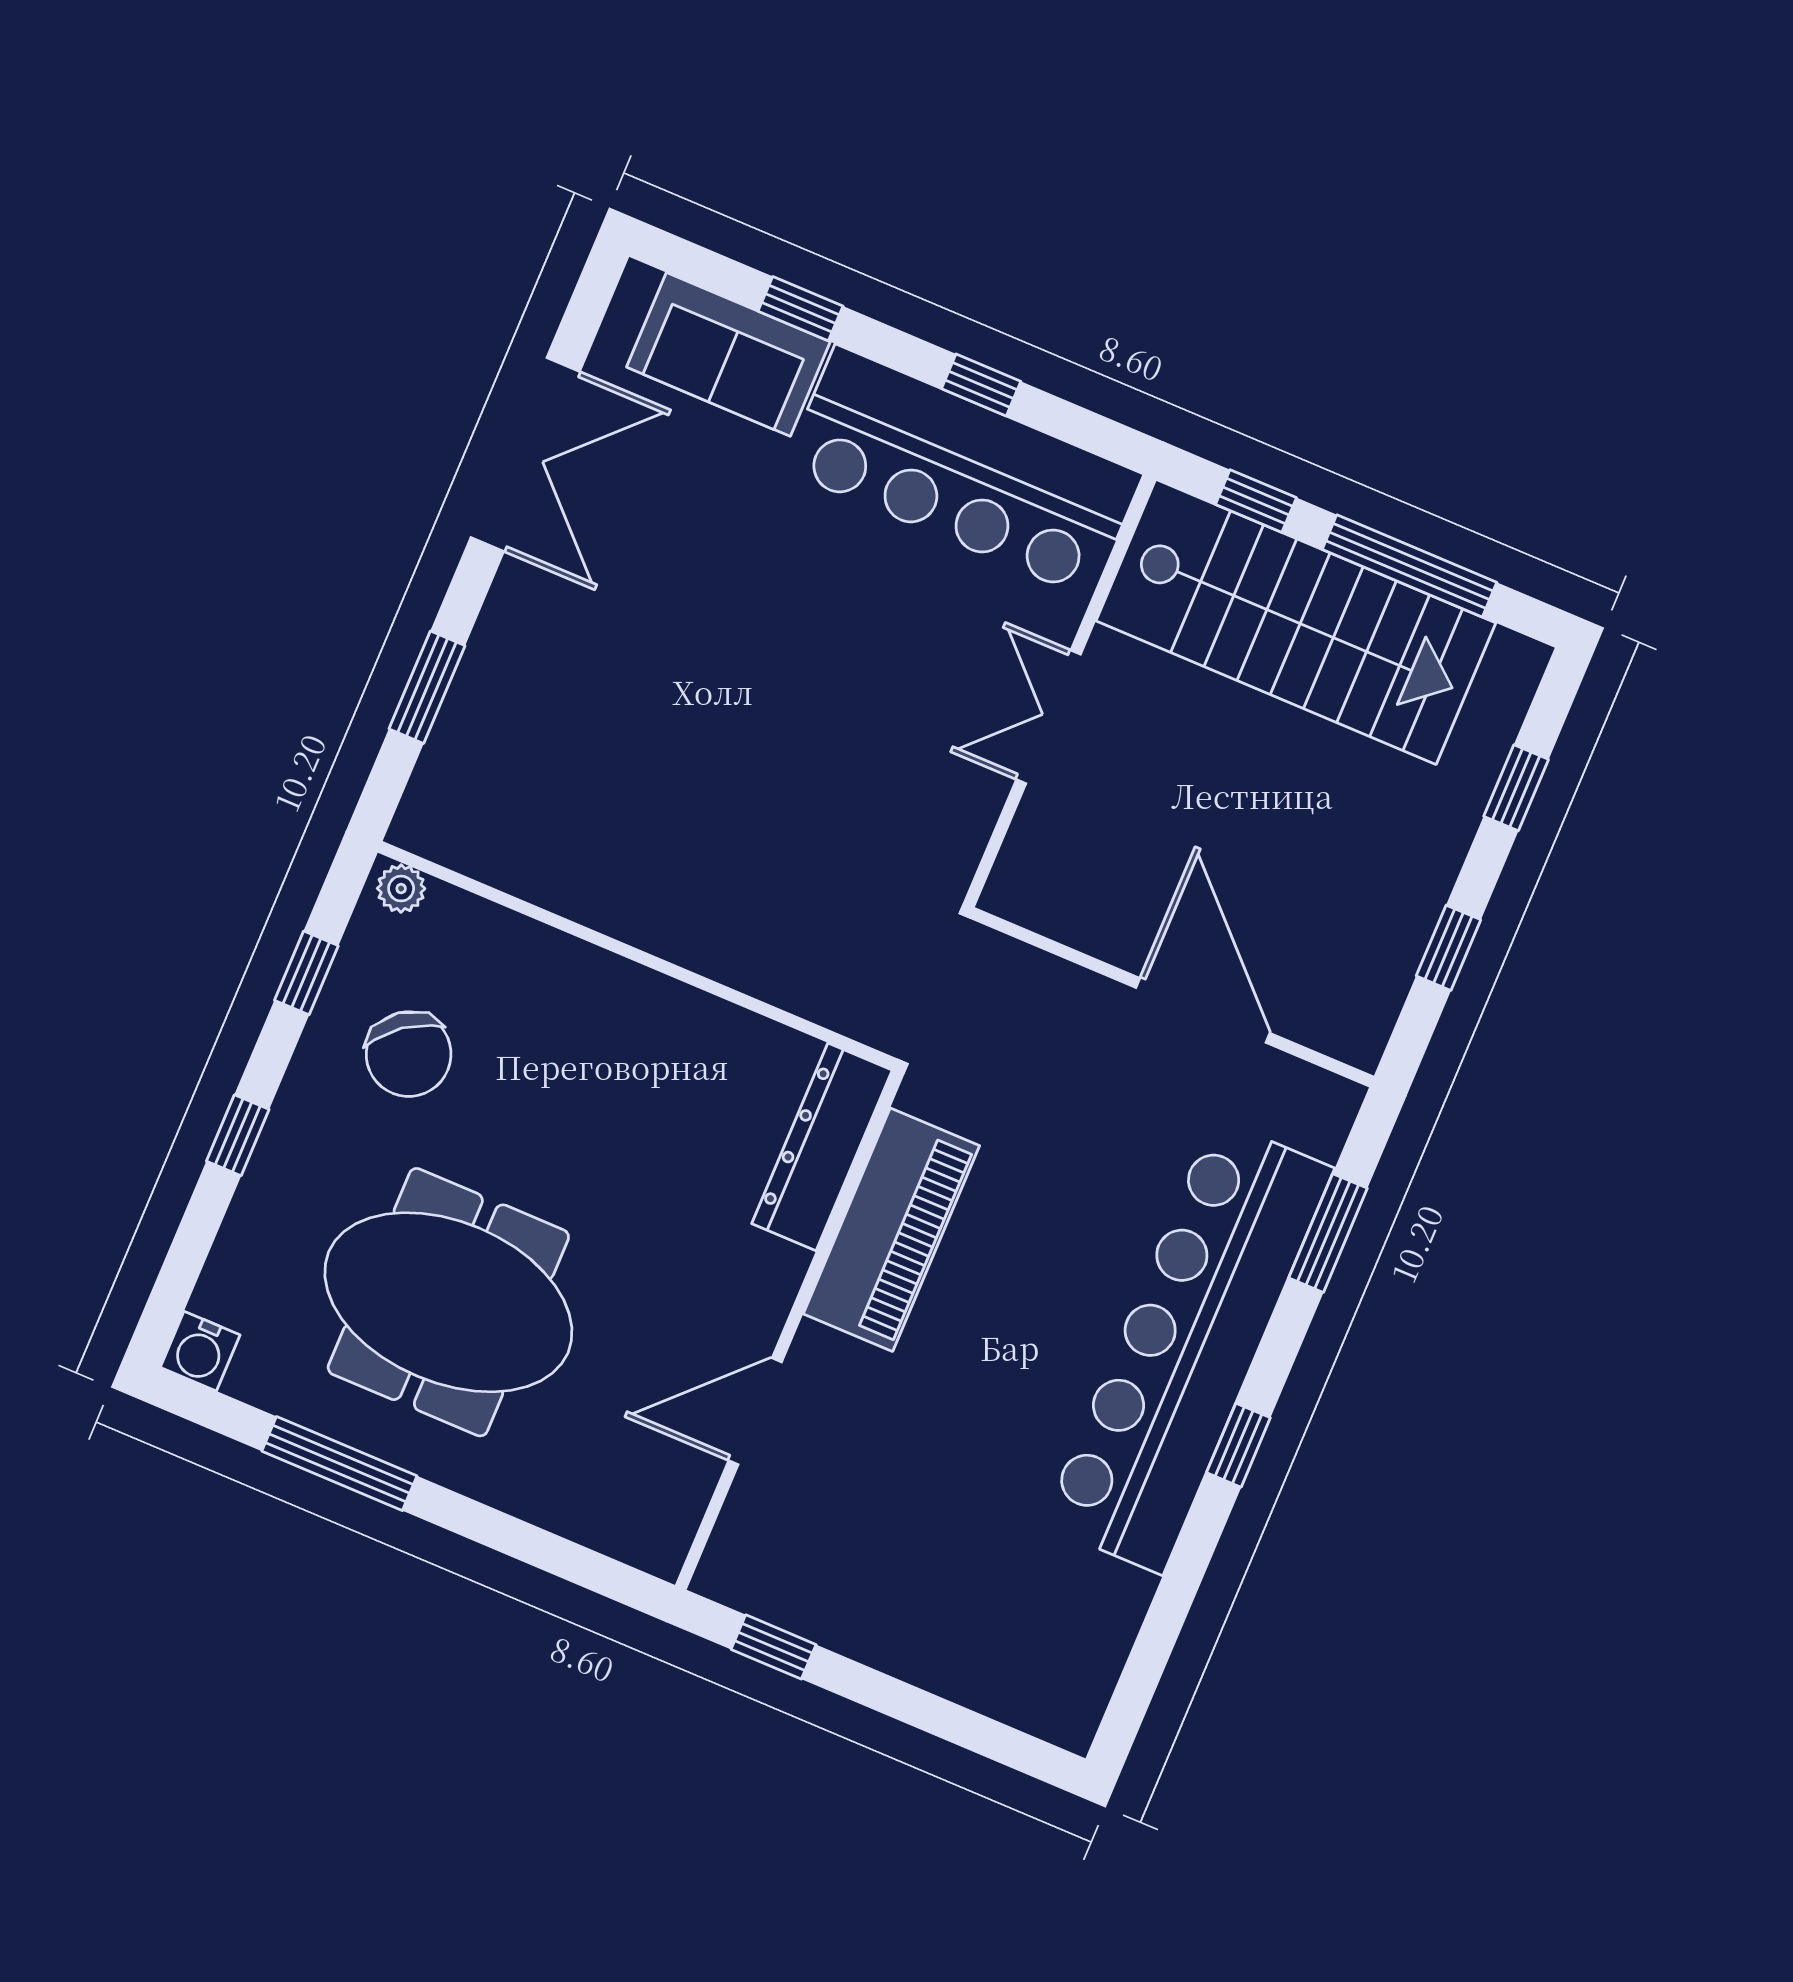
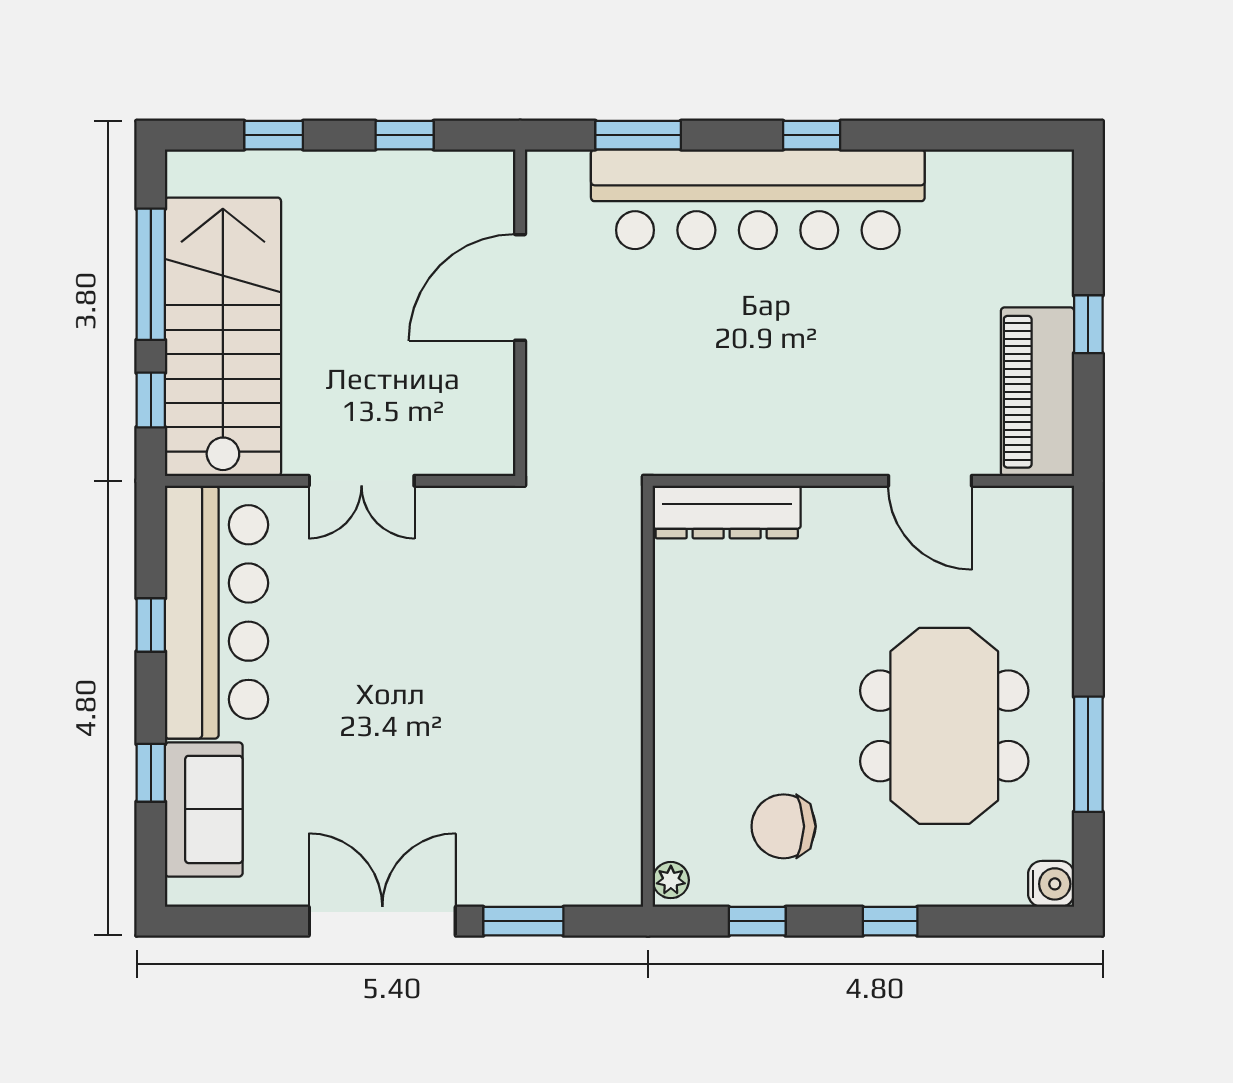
double door: (525, 454) -> (382, 921), moved
chair: (409, 1054) -> (784, 826), turned -143
piano: (891, 1230) -> (1037, 392), moved, turned -90
window: (774, 1647) -> (1088, 324), moved

